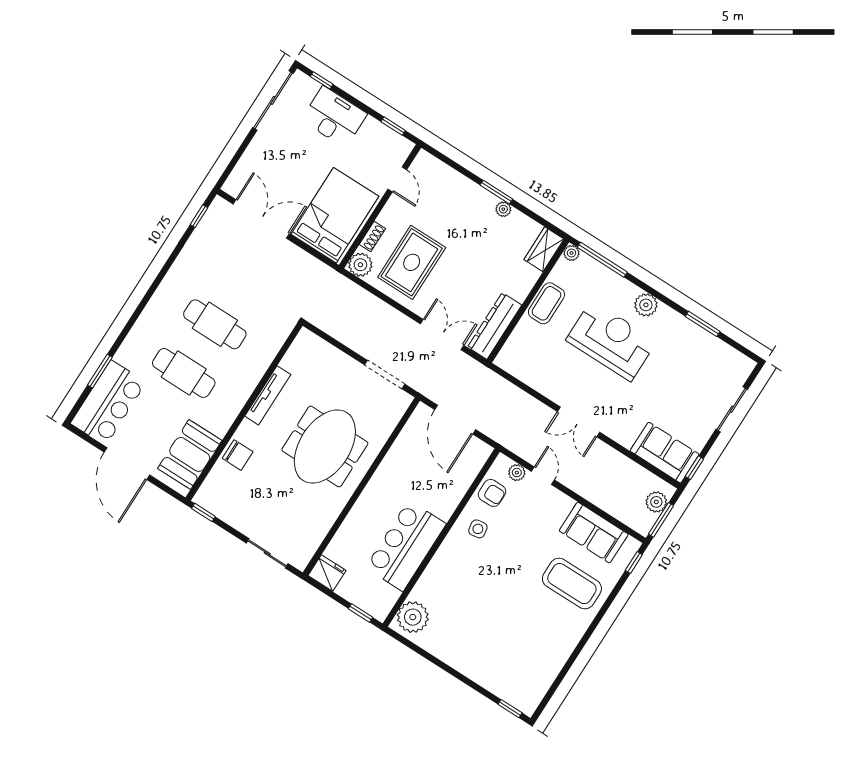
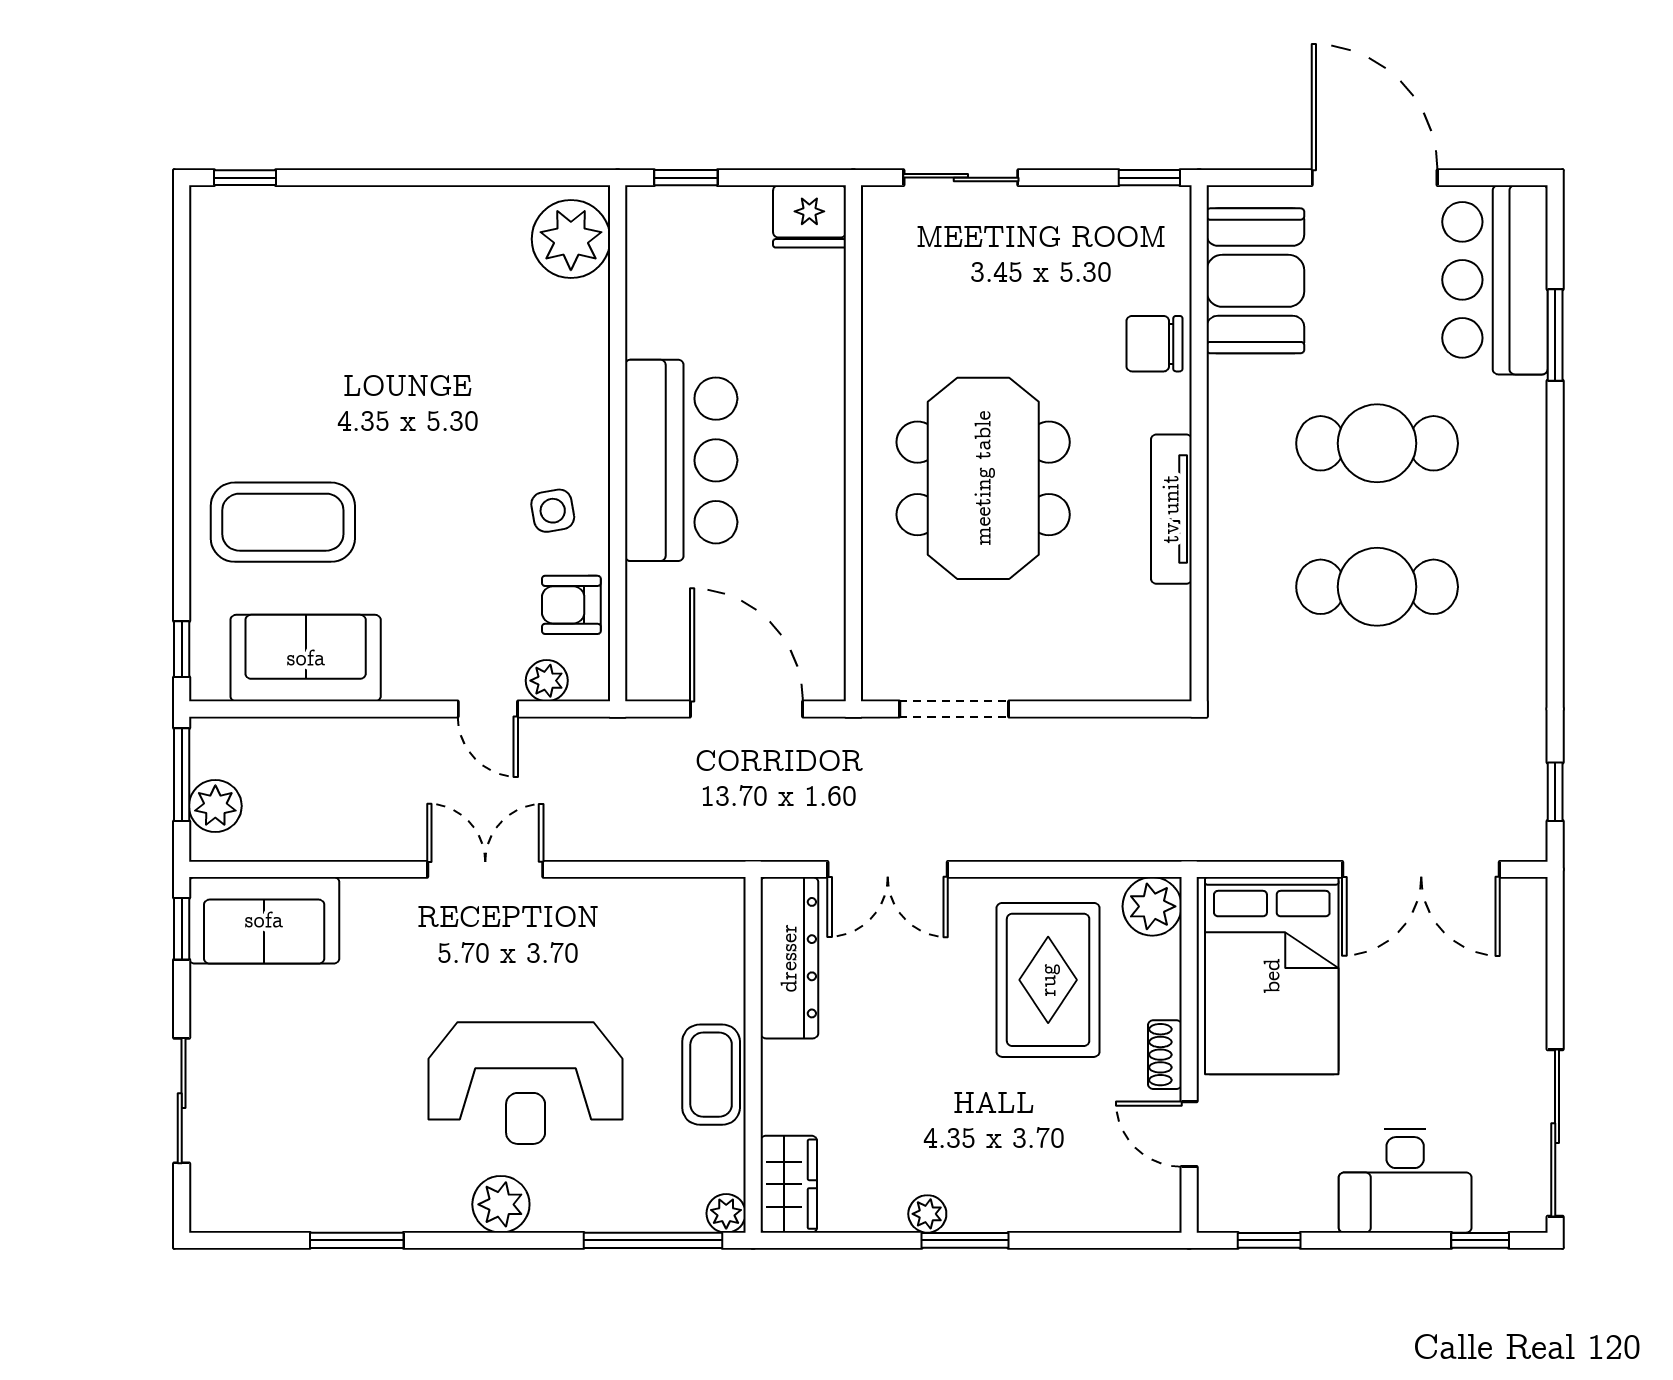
shoe rack: (372, 237) -> (1165, 1055), moved
bar counter: (406, 546) -> (681, 460), moved

